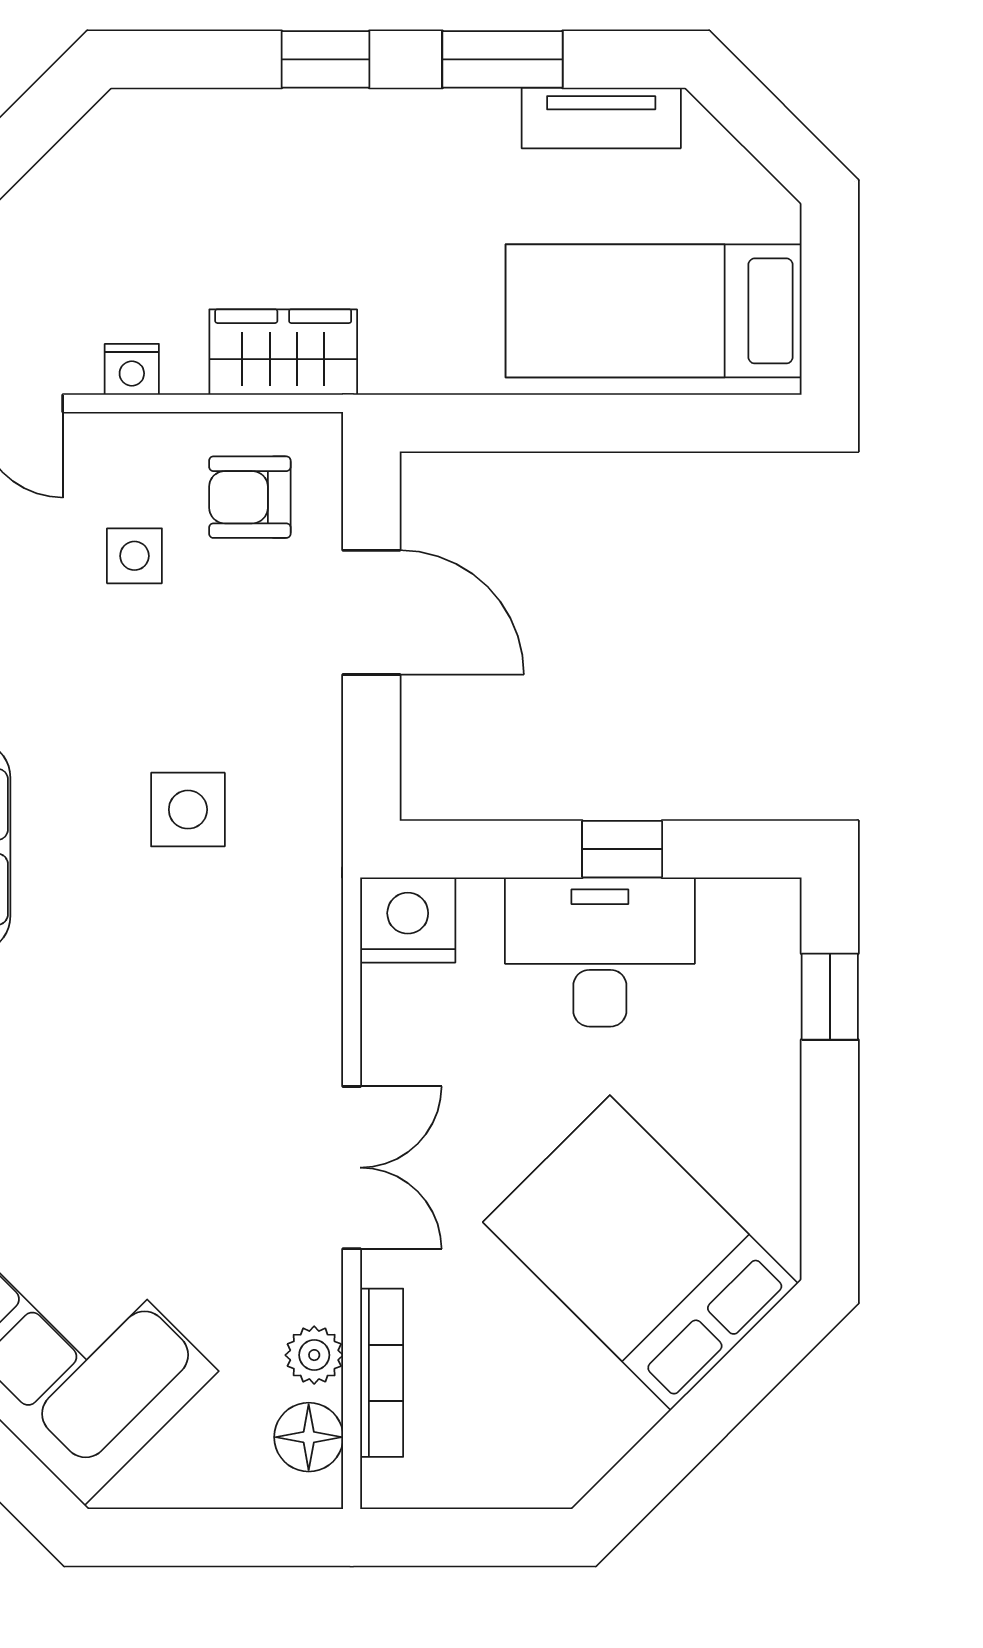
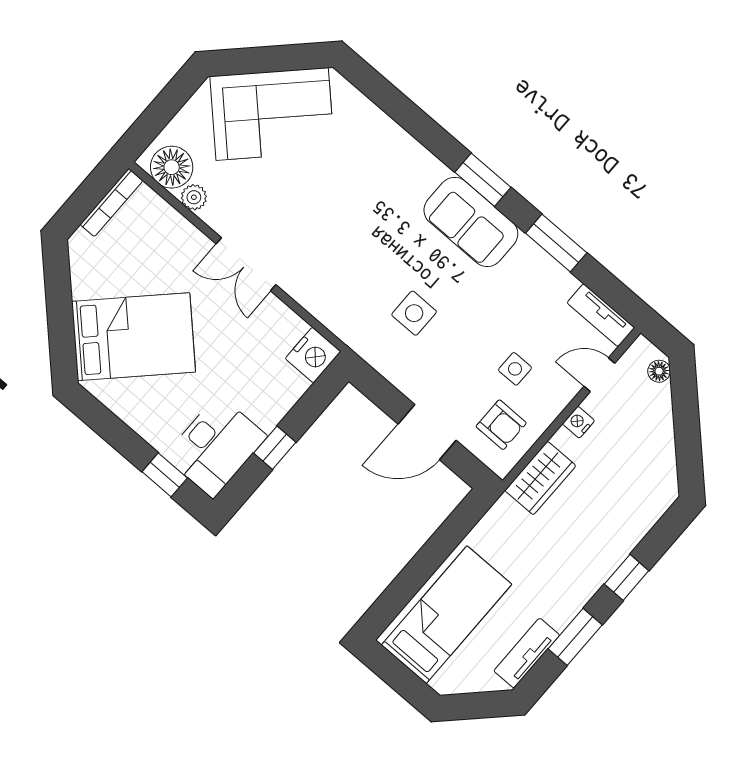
armchair: (250, 497) -> (501, 425), turned 90
desk: (600, 952) -> (216, 446), moved
bookcase: (382, 1373) -> (111, 203), moved, turned -90
floor lamp: (309, 1437) -> (172, 167), width x1.38, depth x1.38

